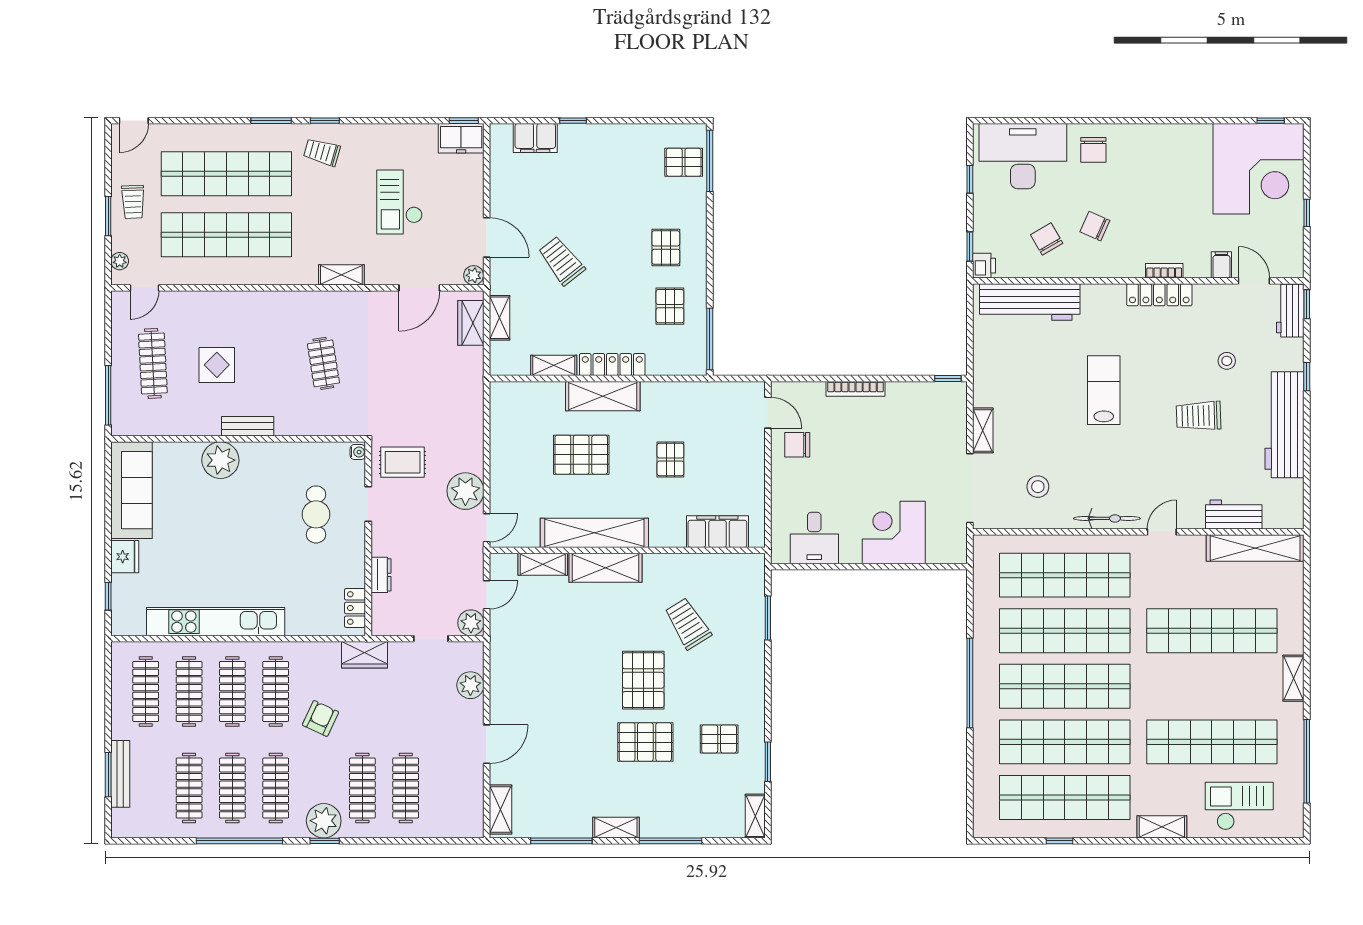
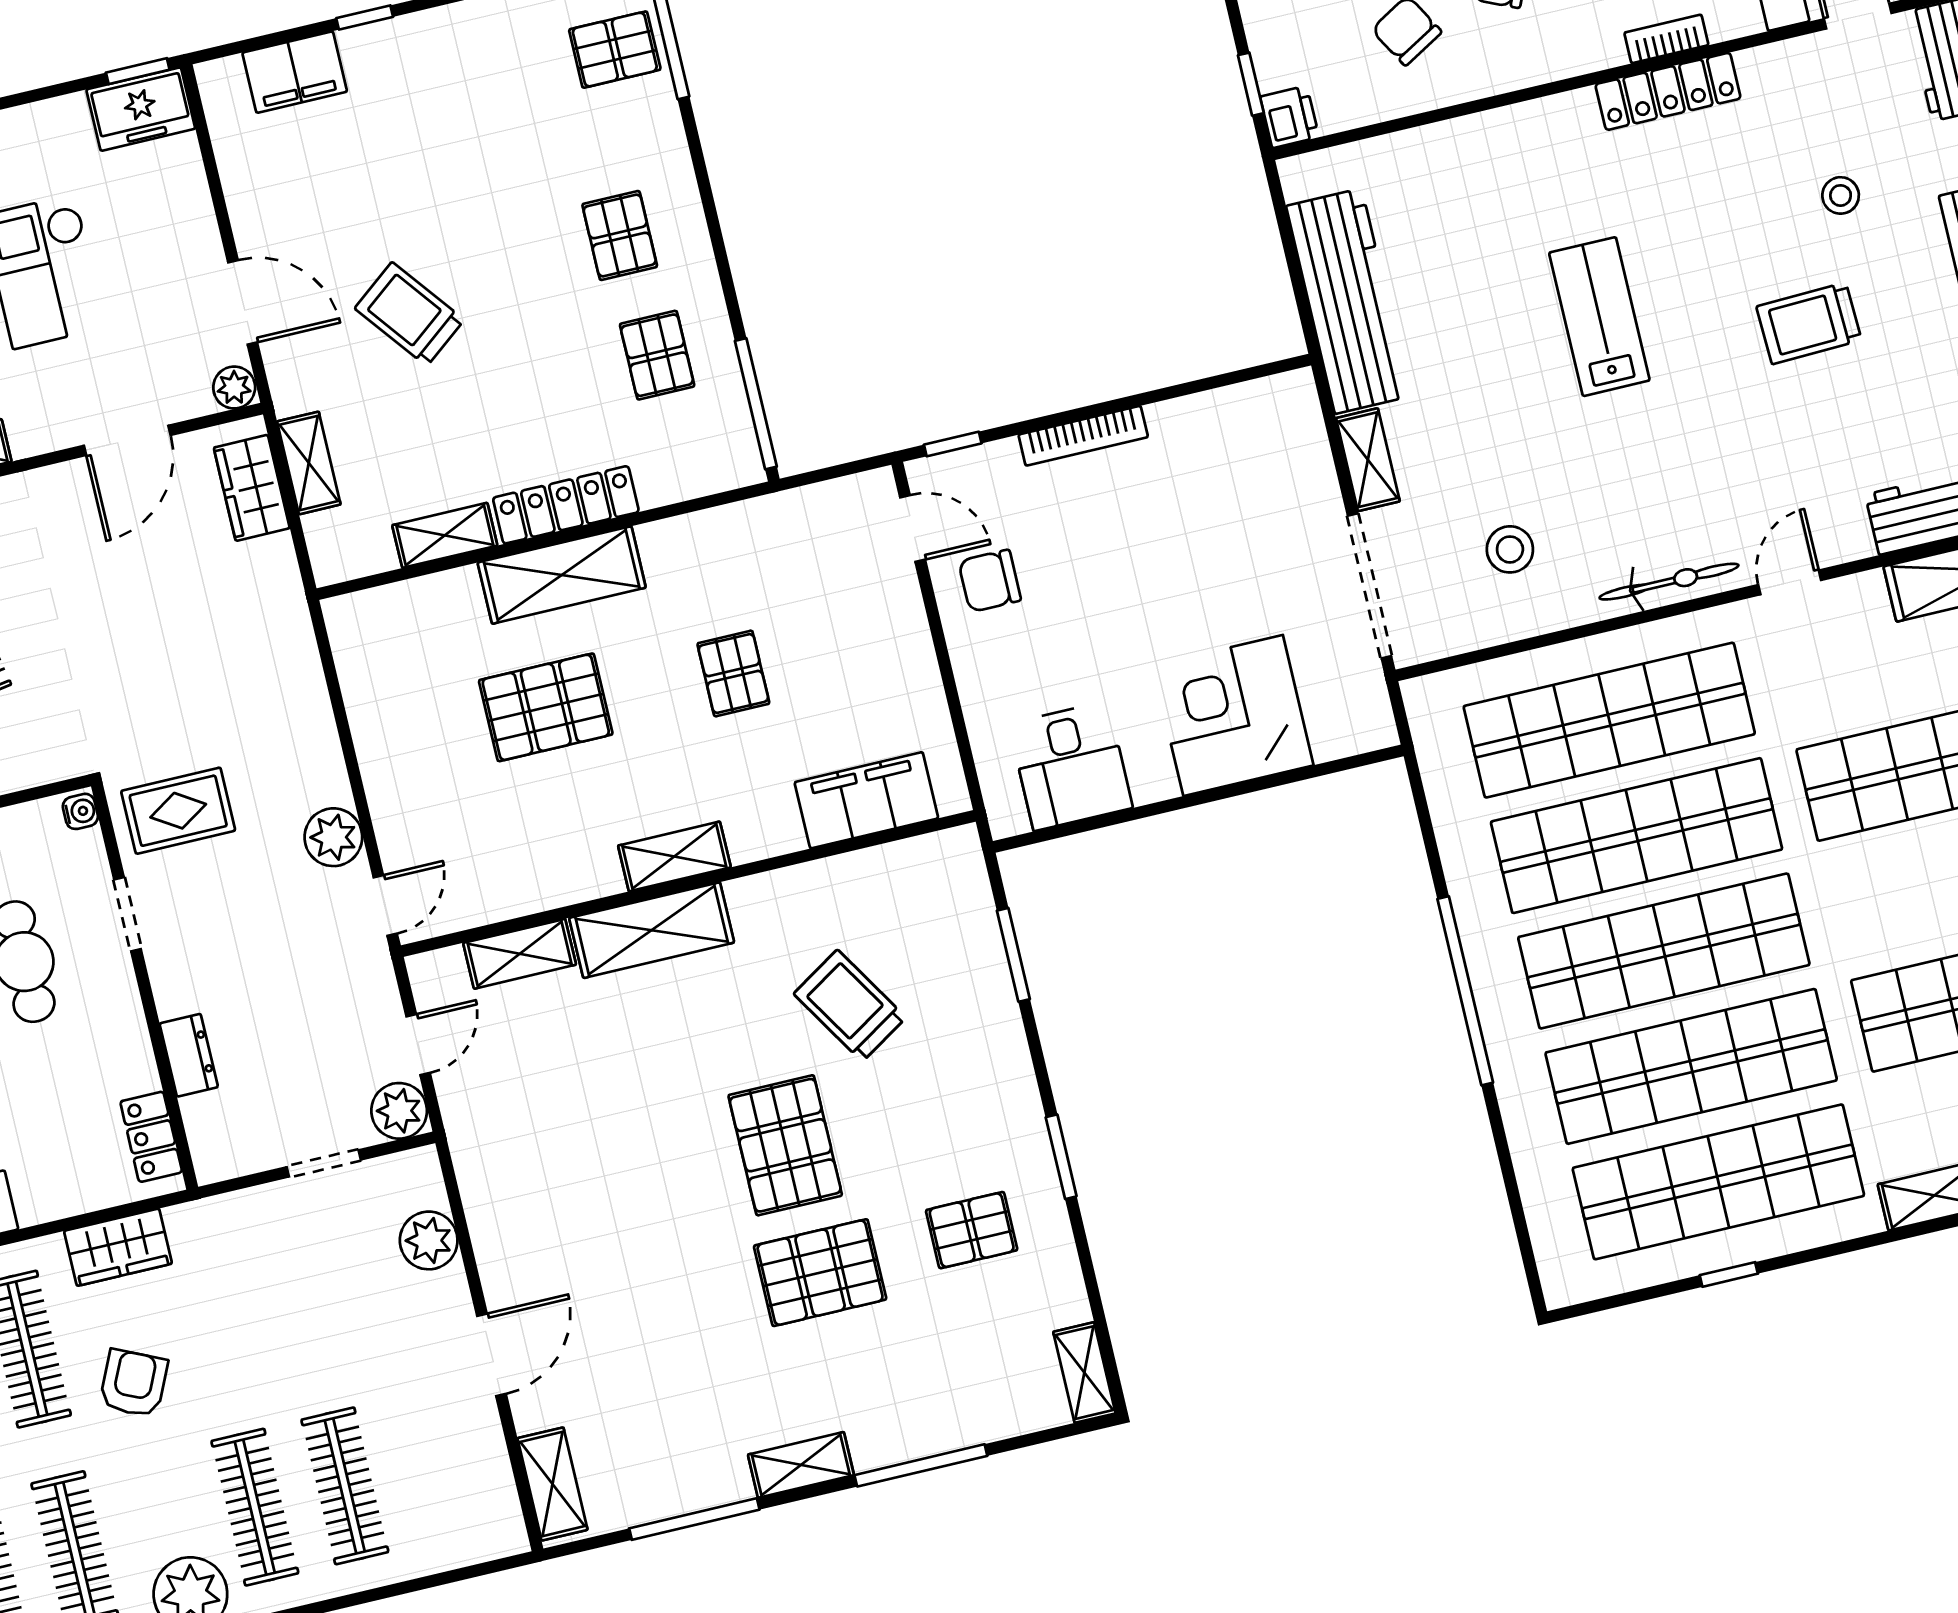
workbench: (1030, 302) -> (1348, 301), moved, turned -90
window: (948, 379) -> (953, 444), moved
plant: (465, 491) -> (333, 837), width x0.73, depth x0.73
shelving: (594, 533) -> (674, 856), width x0.45, depth x0.75
wardrobe: (364, 655) -> (118, 1247), moved
window: (768, 762) -> (1061, 1157), moved

